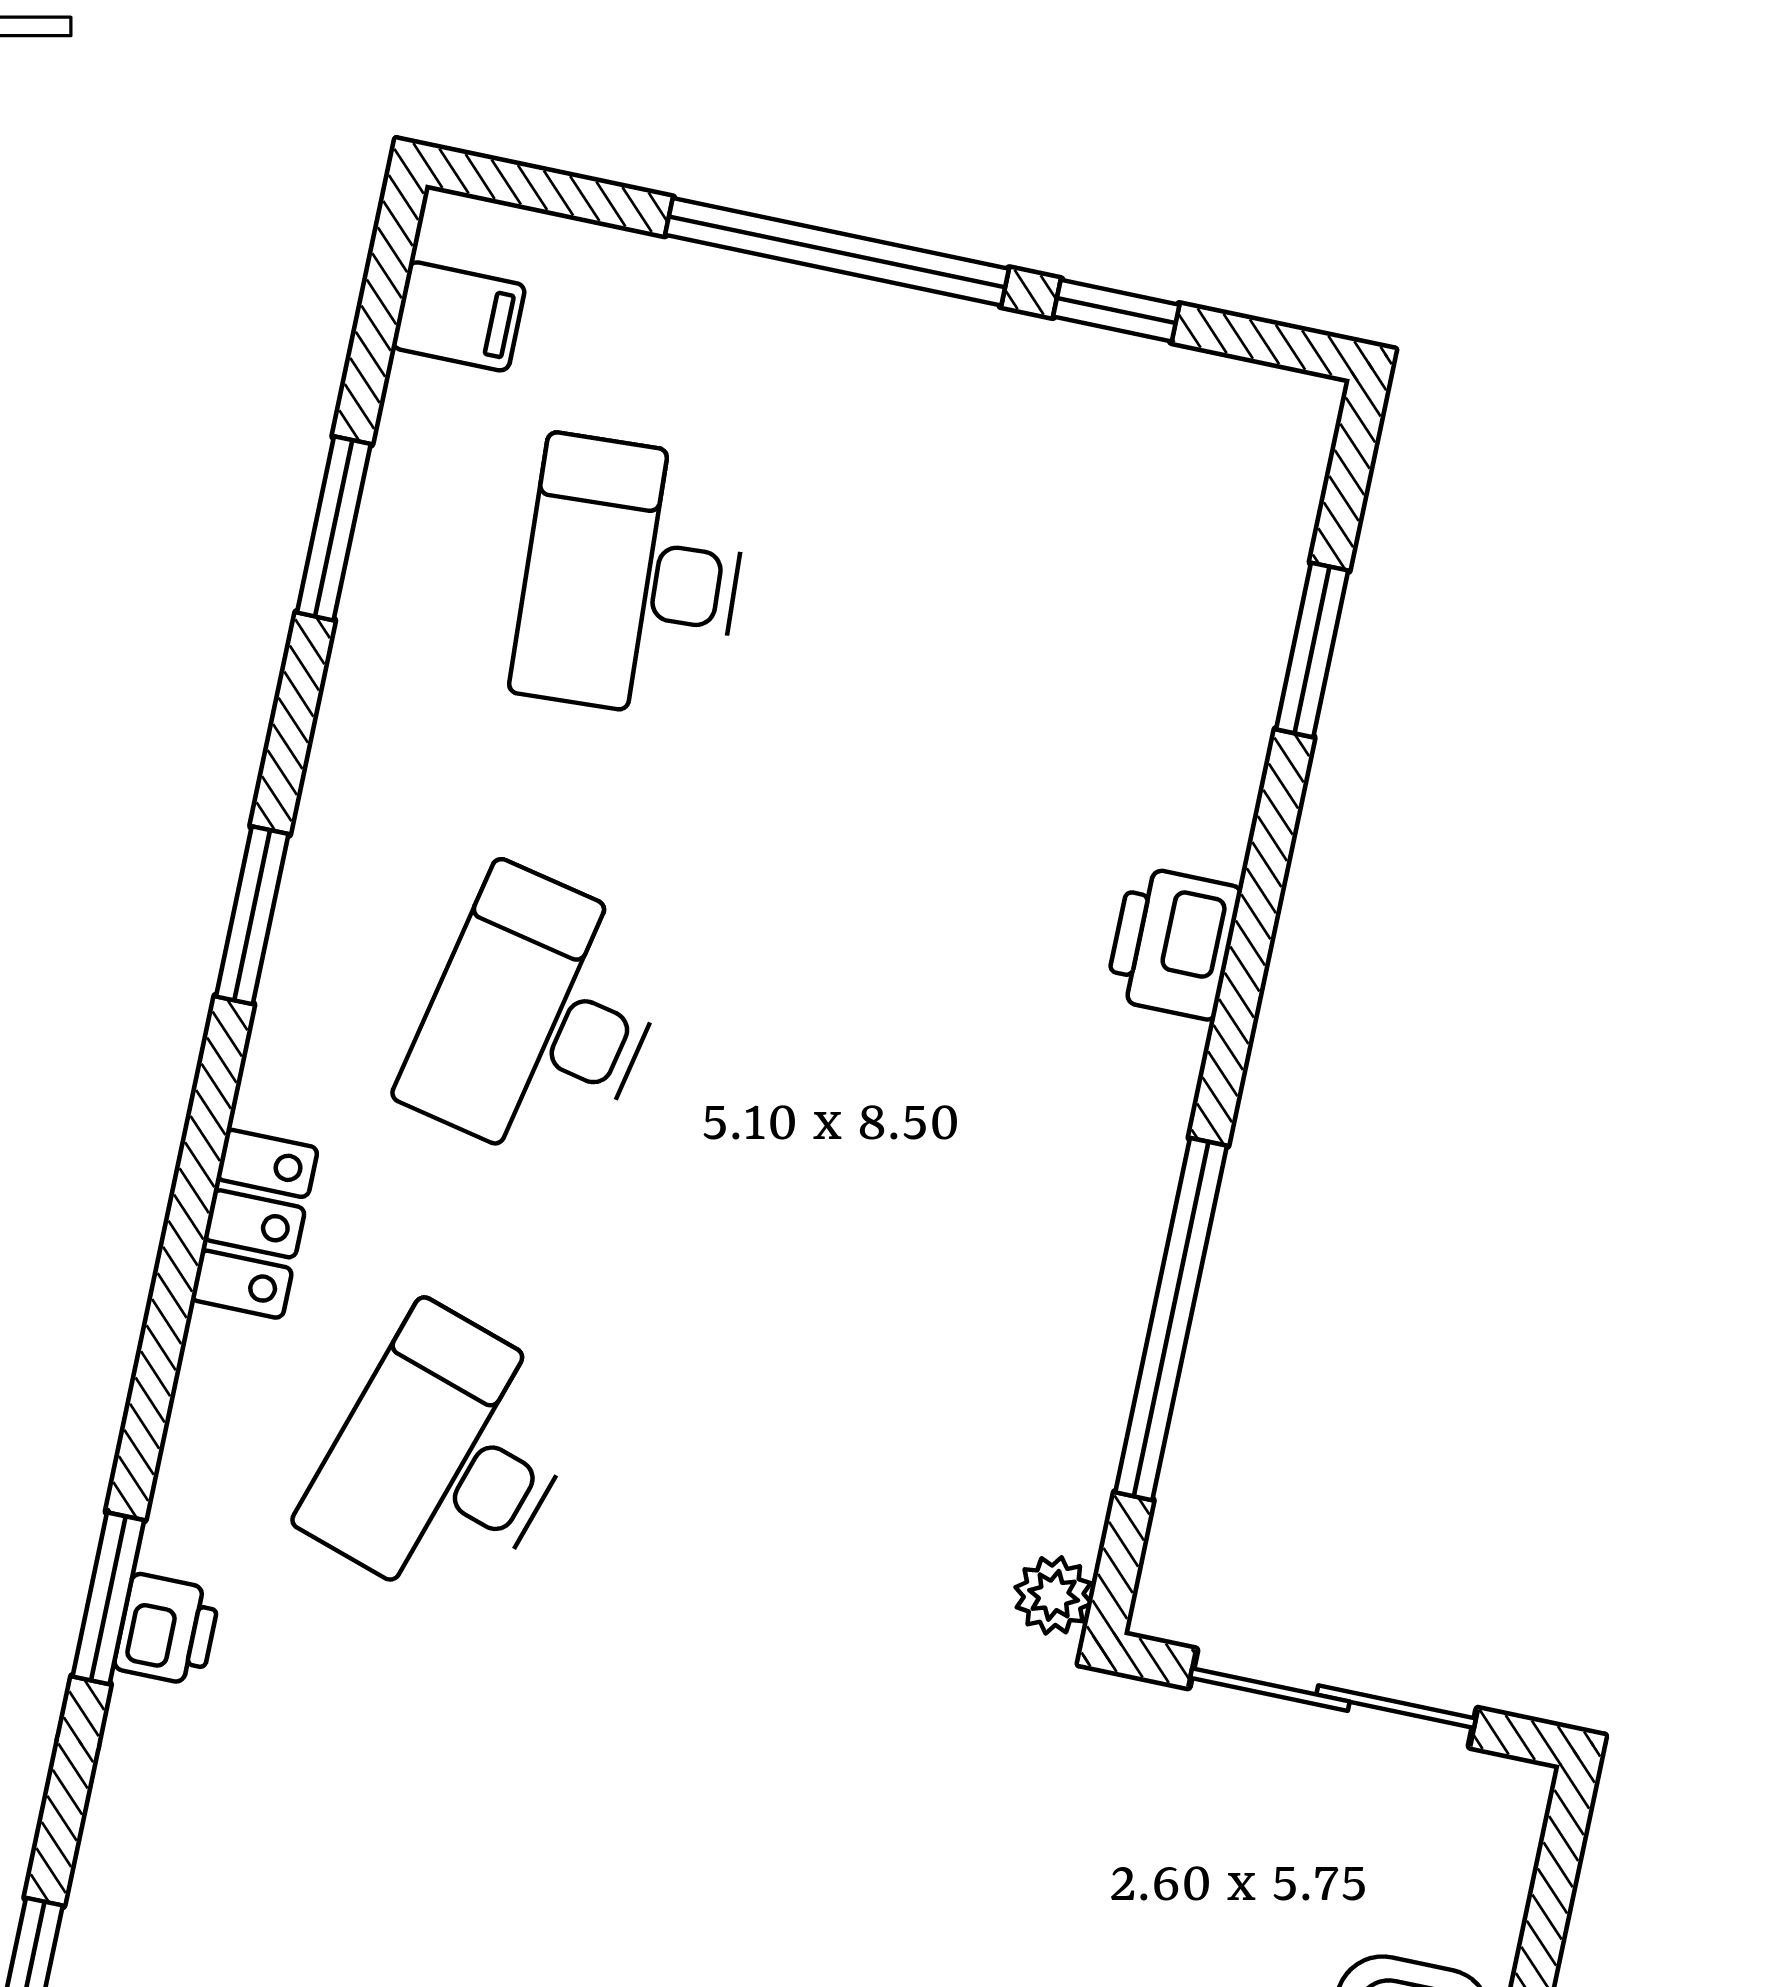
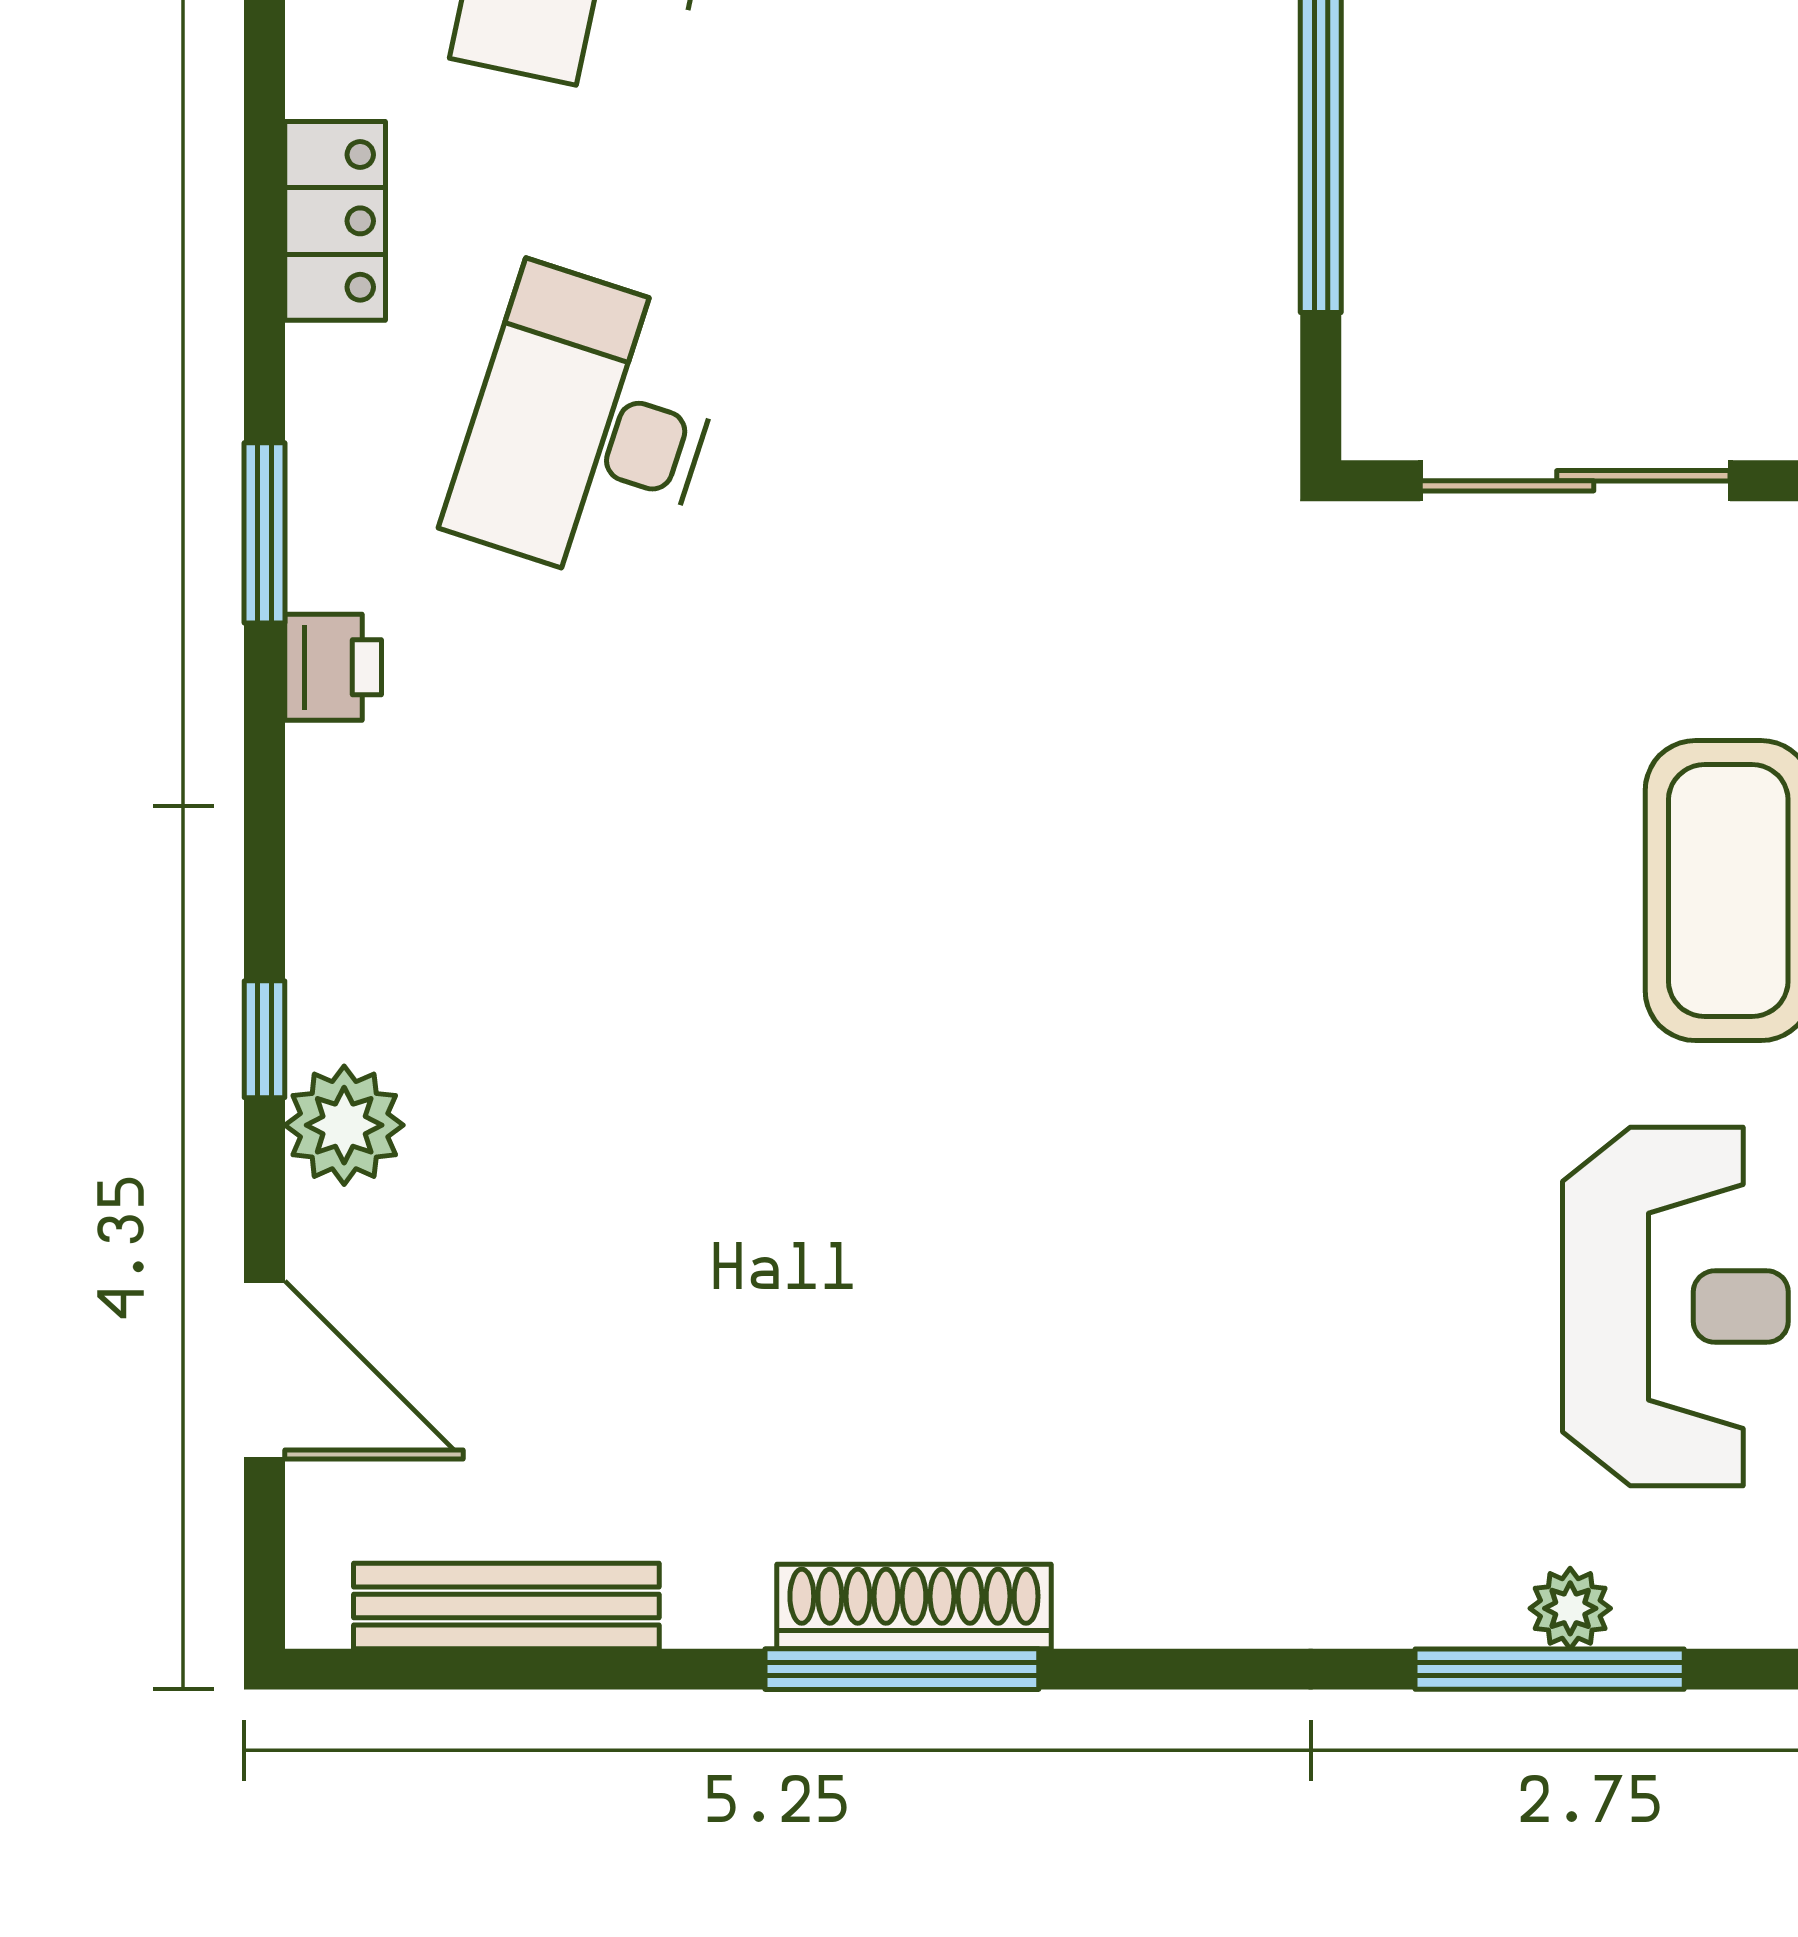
plant: (1054, 1595) -> (1258, 435), removed
window: (108, 1598) -> (264, 533), moved

